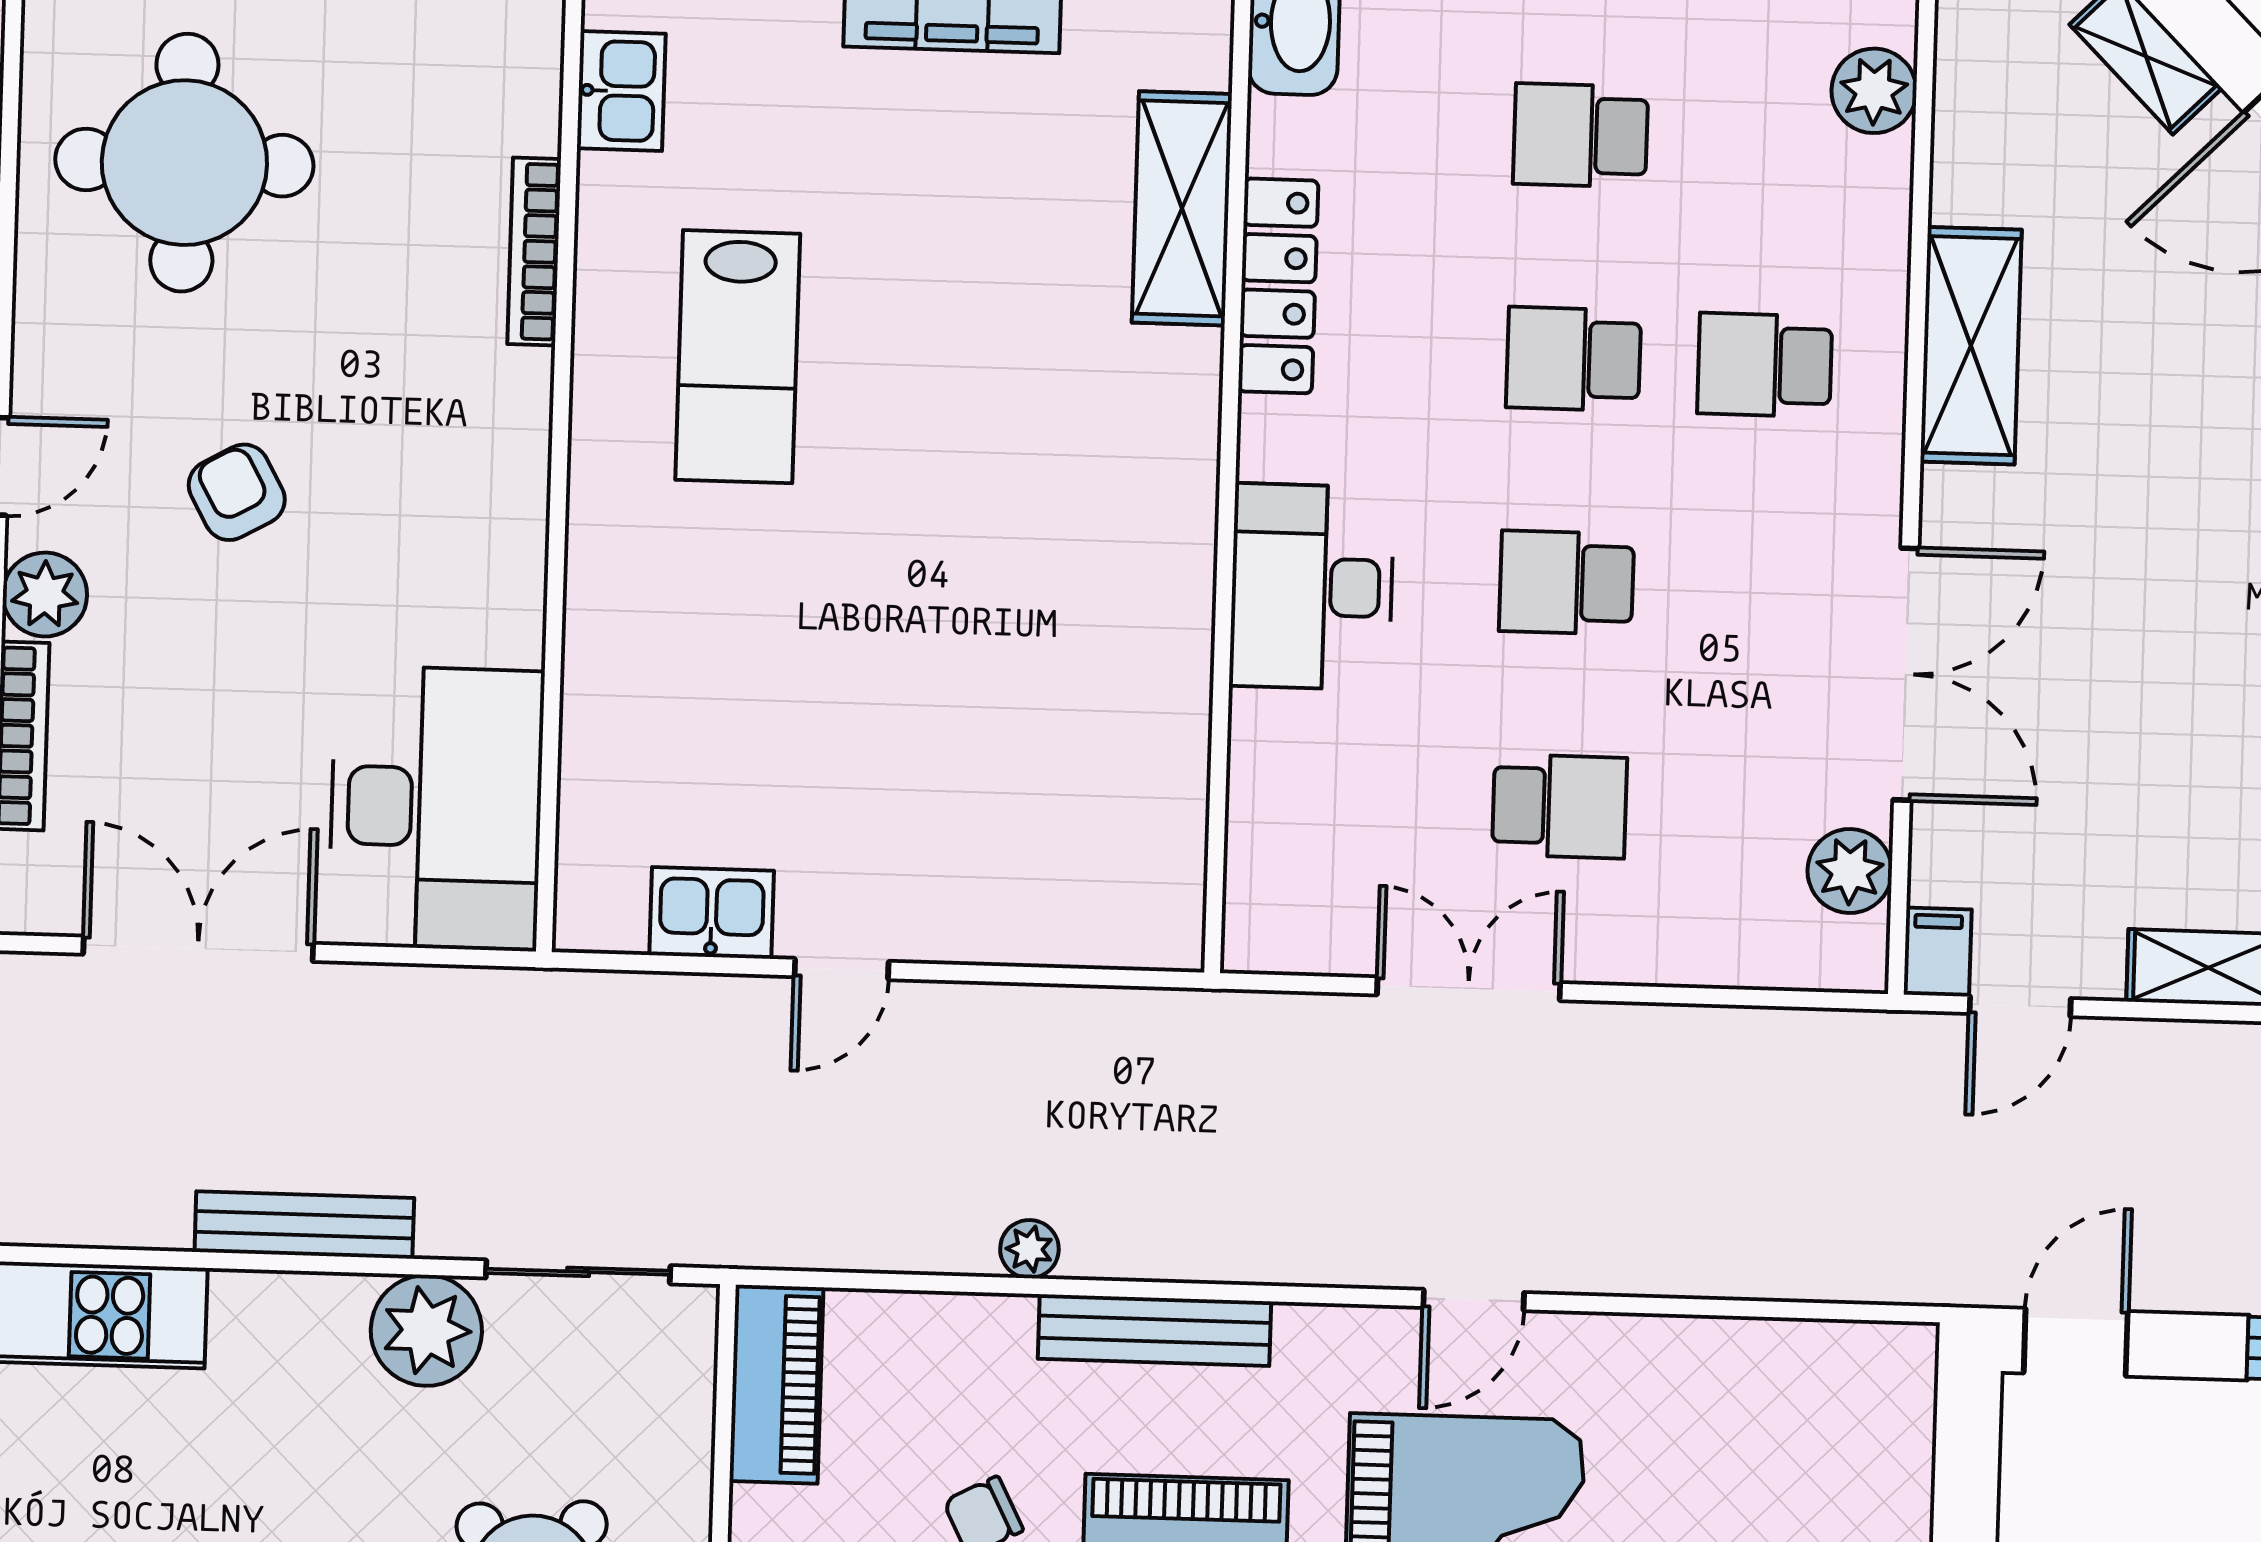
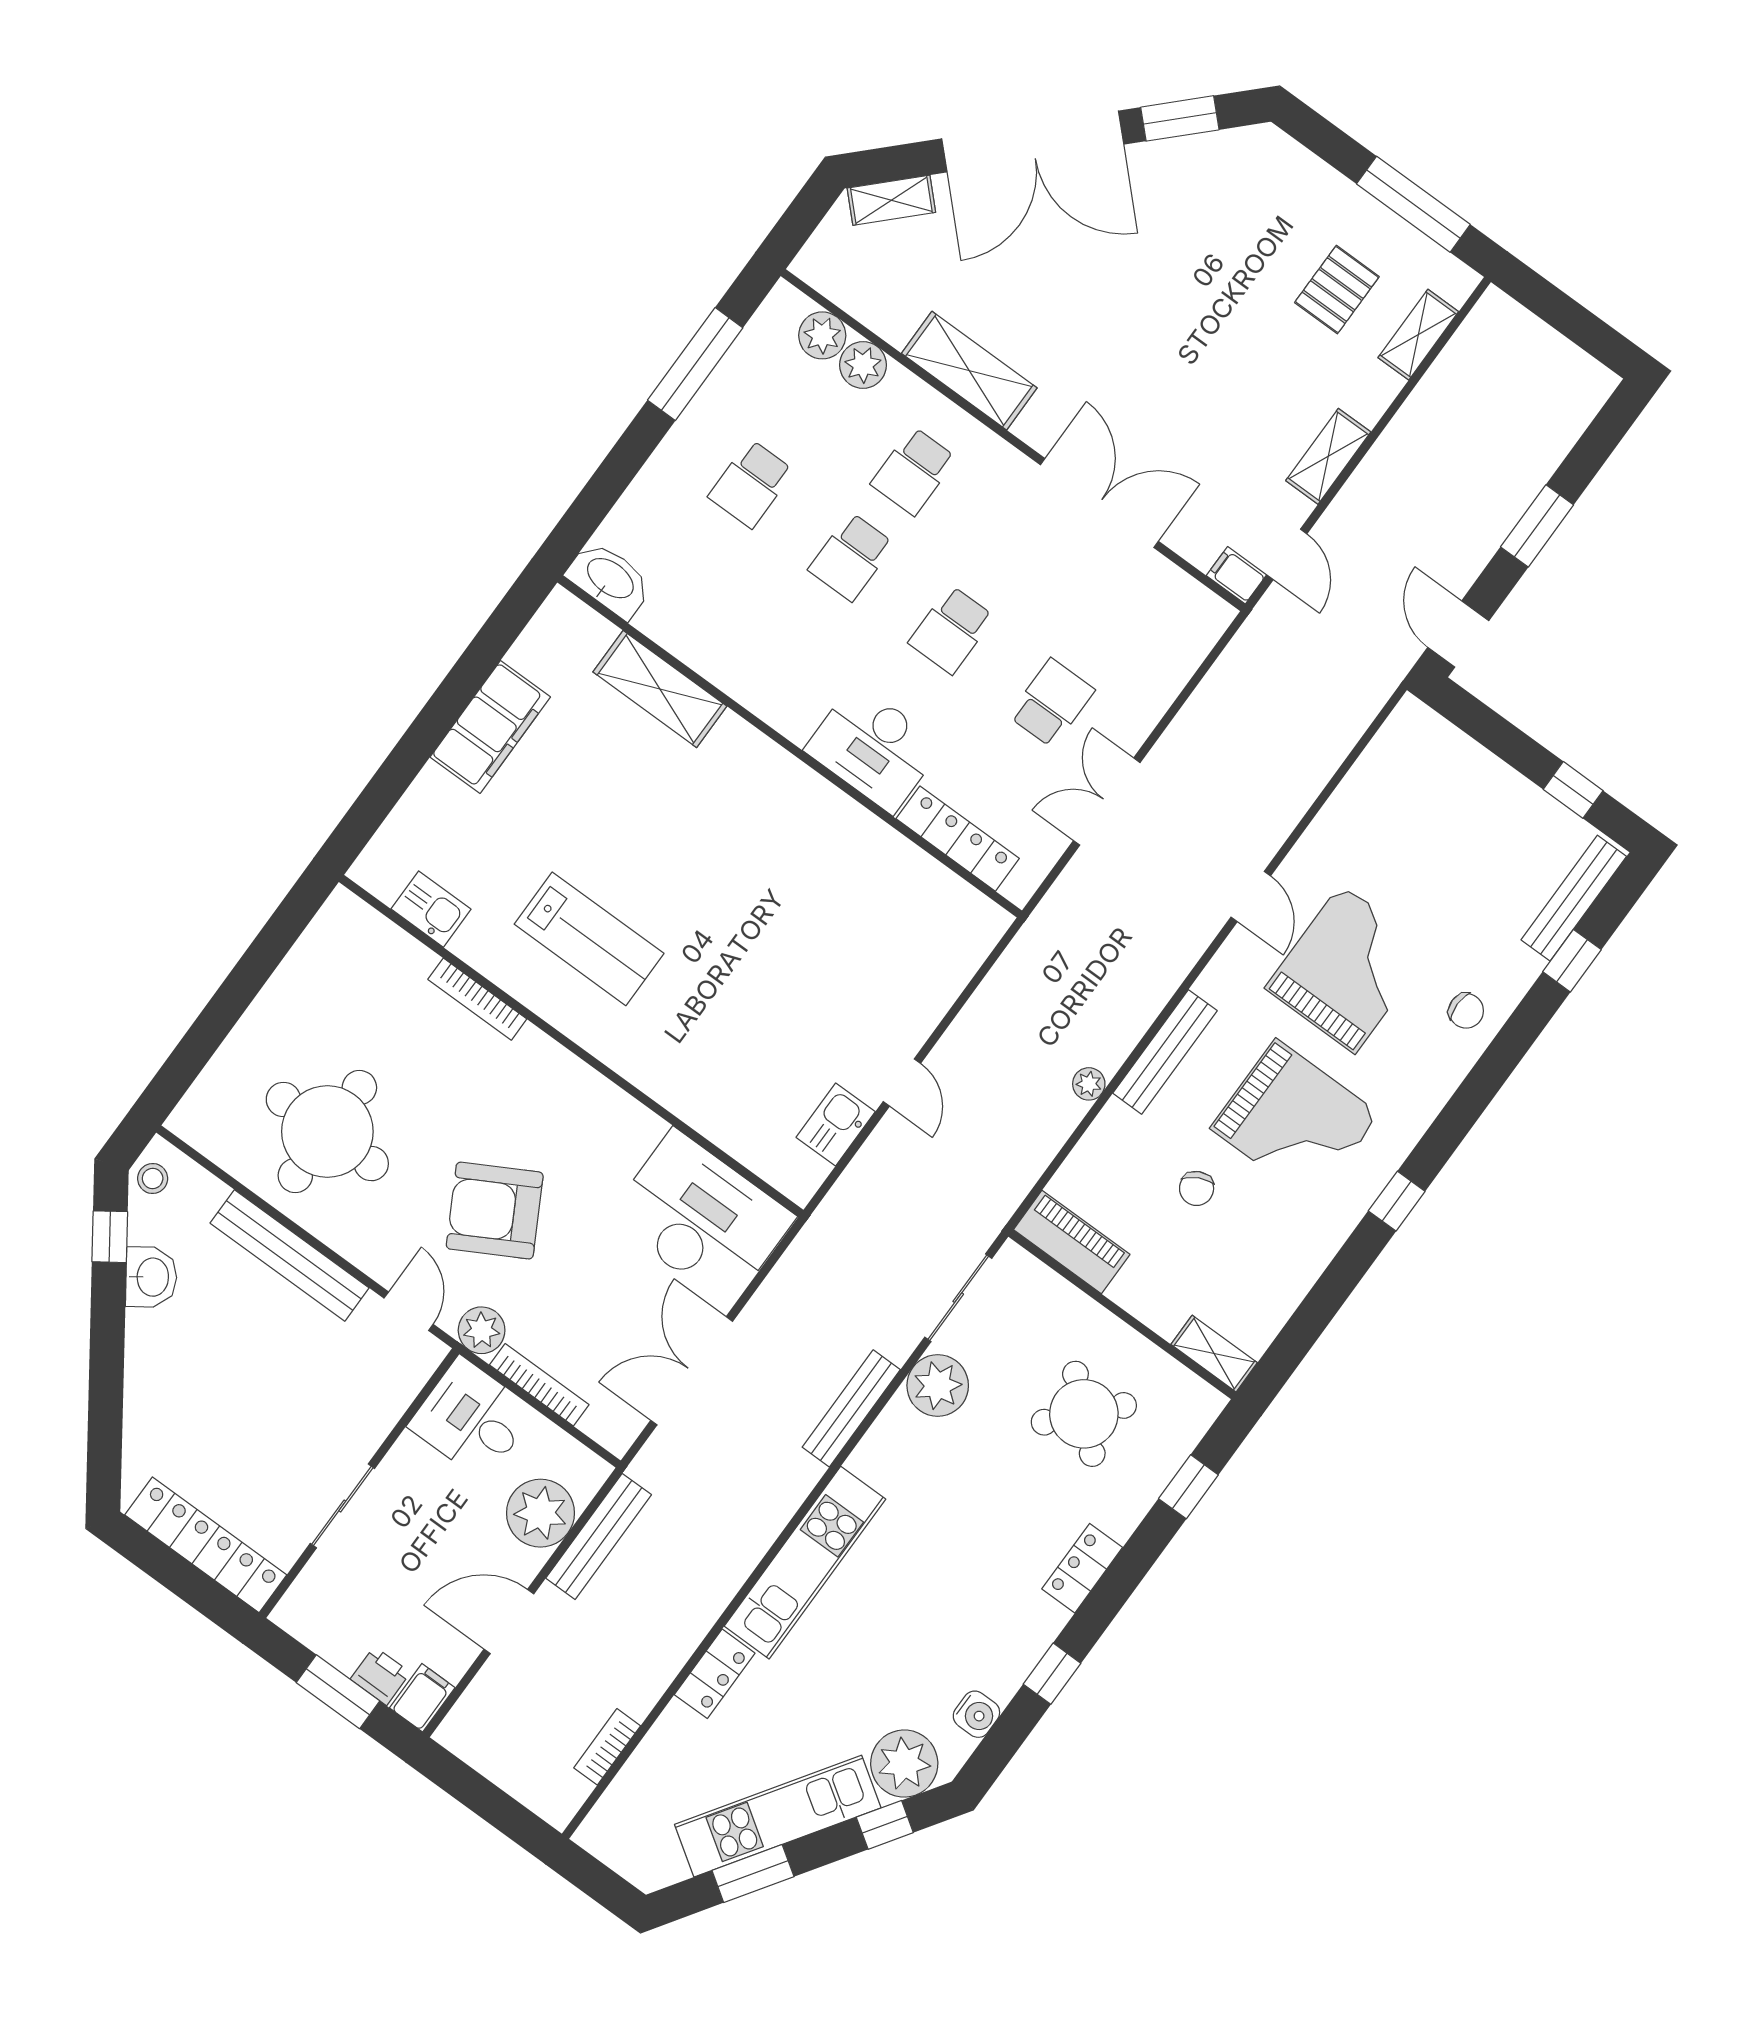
locker: (1278, 286) -> (958, 839), moved
armchair: (237, 492) -> (495, 1211), width x1.88, depth x1.88
plant: (1850, 871) -> (863, 365), moved

